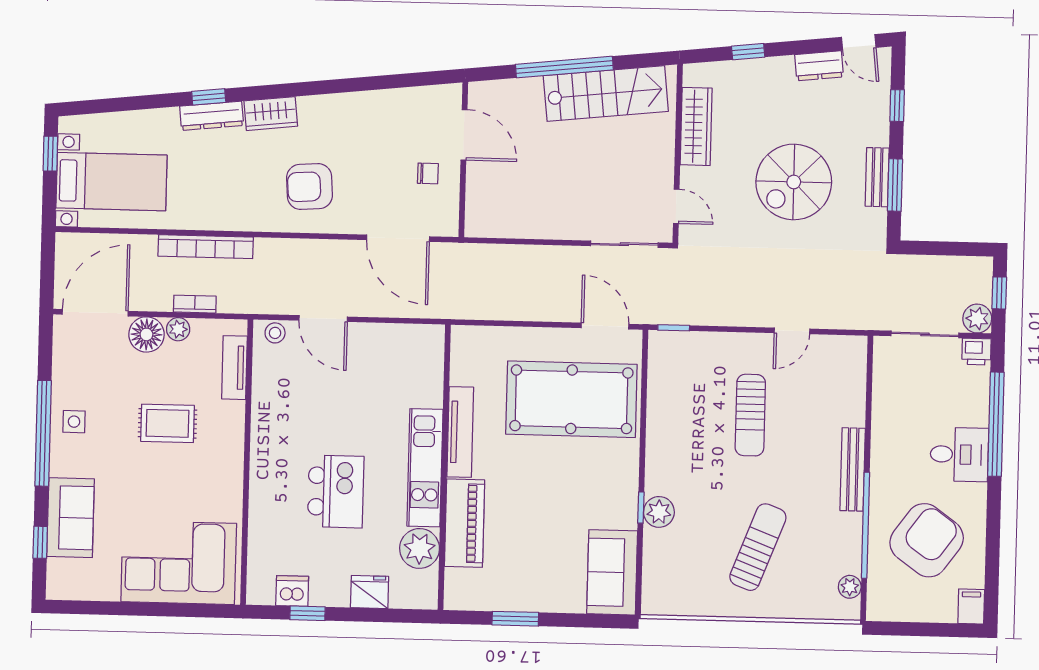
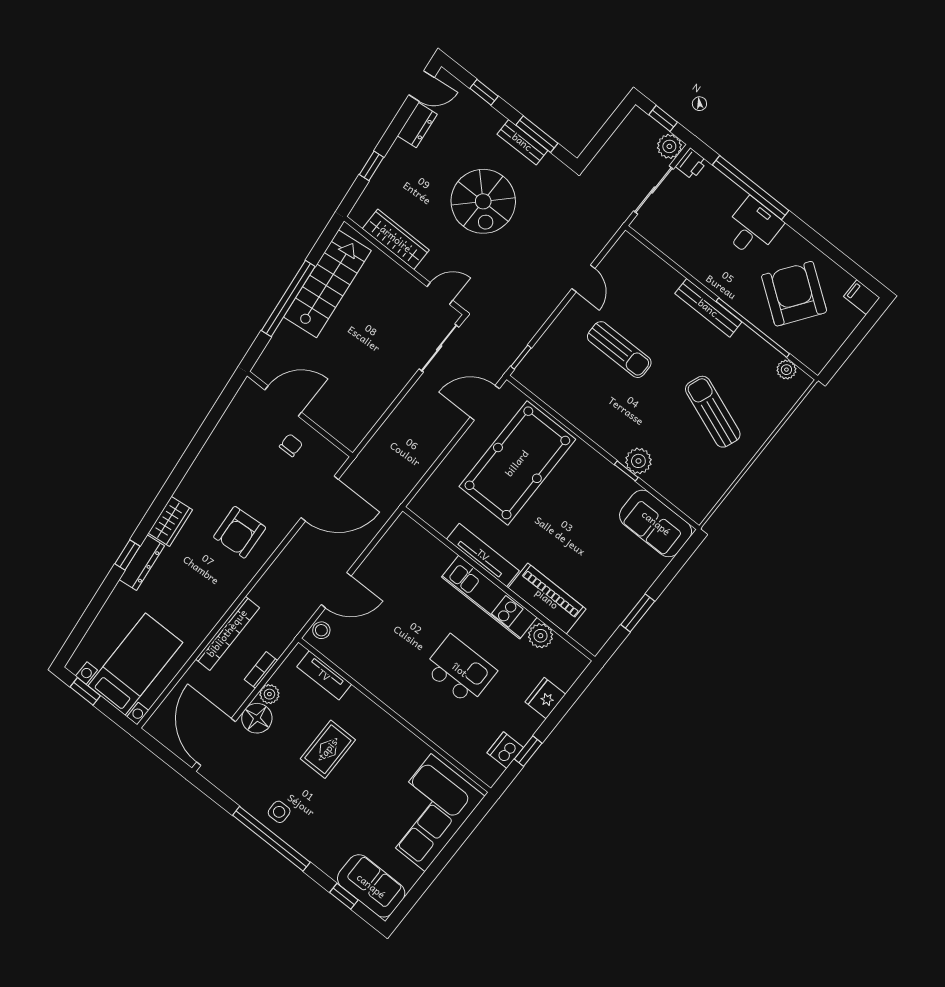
sofa: (71, 518) -> (371, 886), moved
plant: (420, 548) -> (541, 636), width x0.73, depth x0.73

